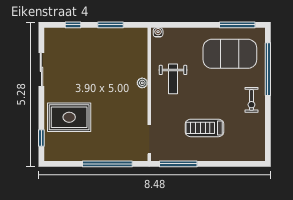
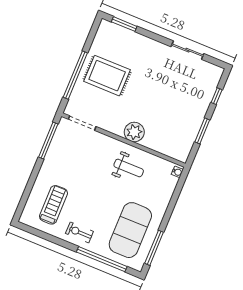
weight bench: (173, 79) -> (129, 168), turned 180
plant: (142, 83) -> (134, 132), width x1.87, depth x1.87
rug: (69, 117) -> (107, 76), moved, turned 90
treadmill: (205, 128) -> (53, 205), moved
window: (41, 138) -> (124, 24), width x1.50

